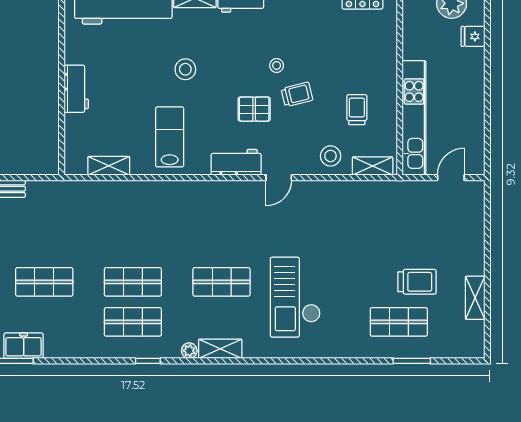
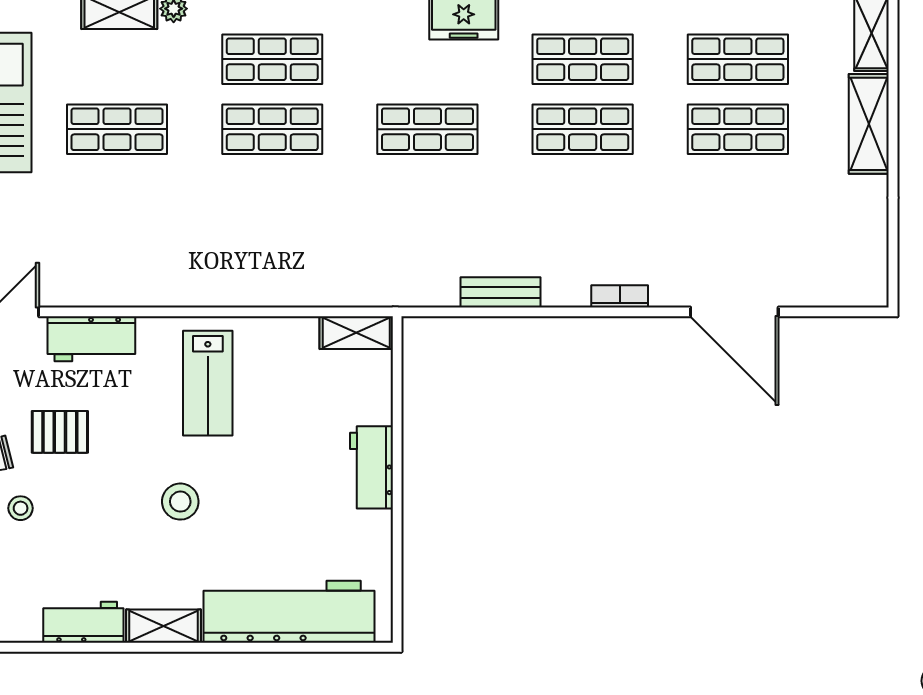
shelving: (109, 166) -> (356, 333), moved

